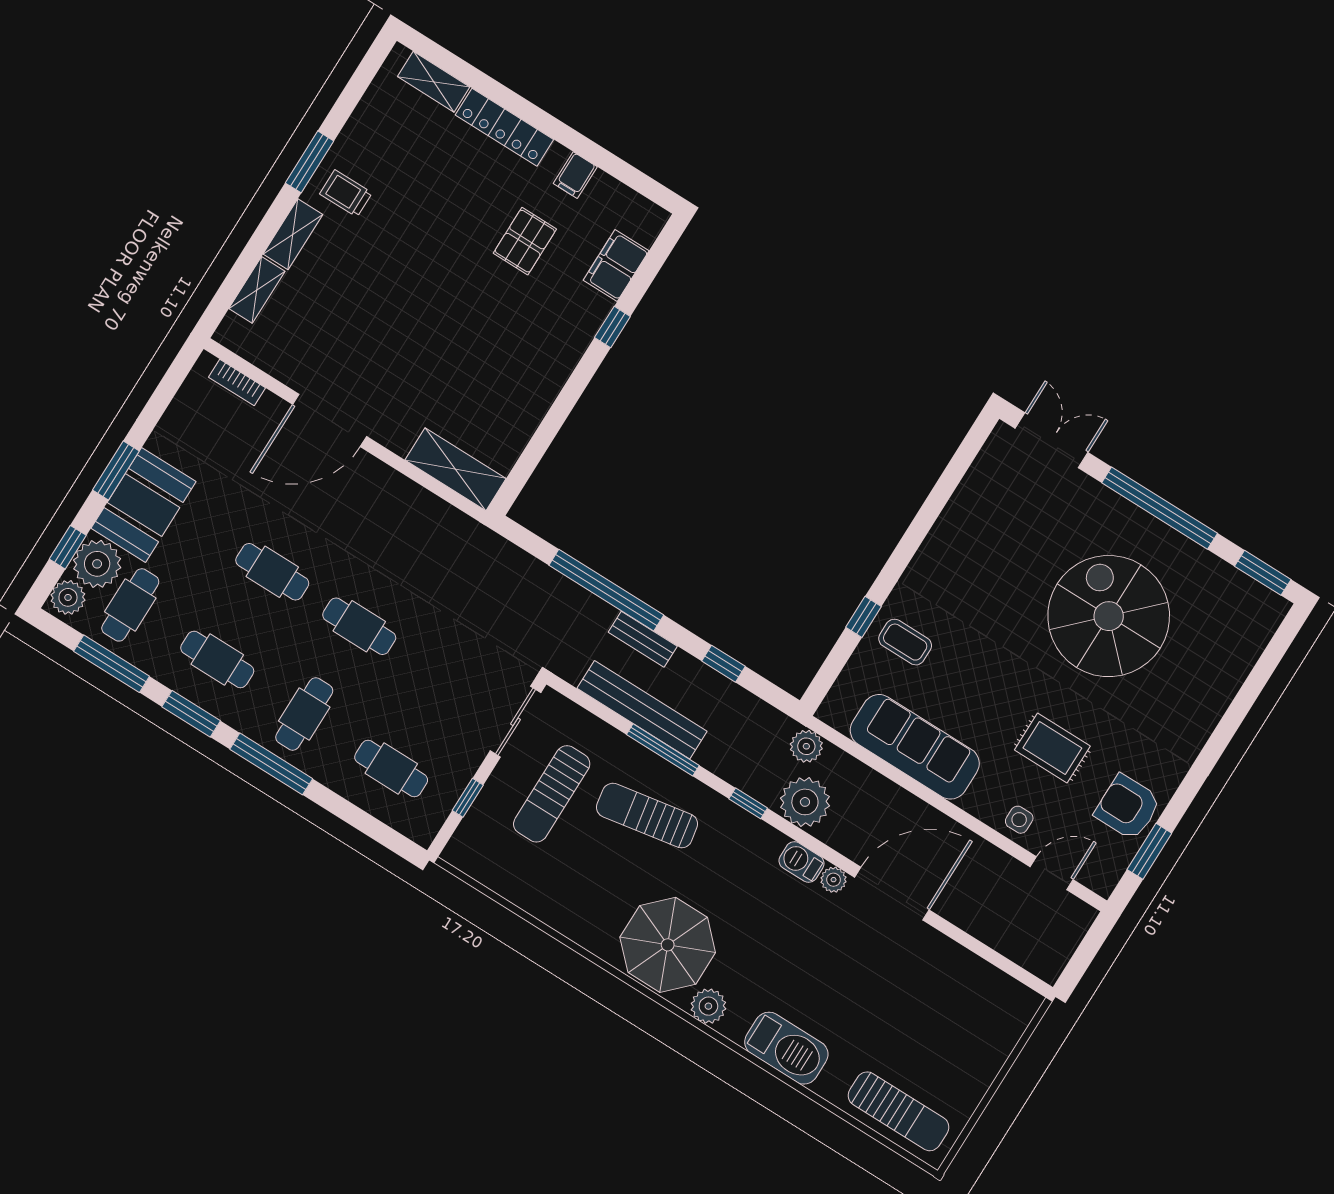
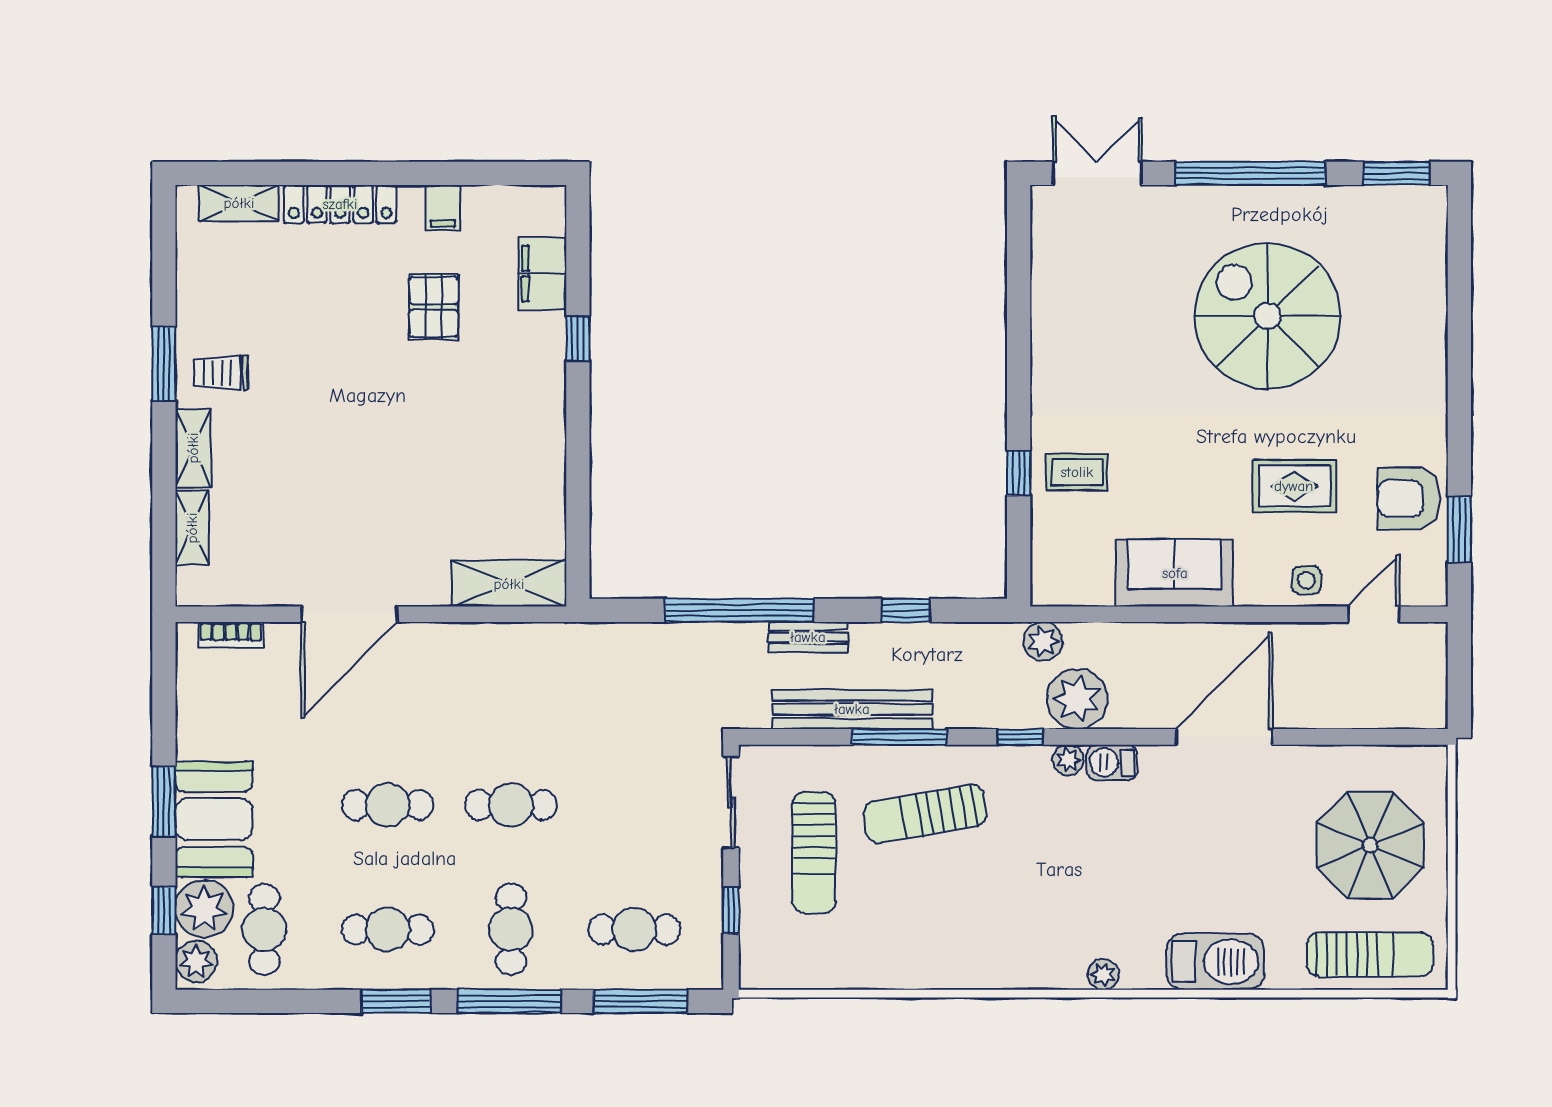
window: (112, 664) -> (641, 1001), moved
sofa: (915, 747) -> (1175, 573), width x0.73
plant: (834, 880) -> (1068, 760), moved
parasol: (668, 945) -> (1370, 845), moved
plant: (708, 1006) -> (1103, 974), width x0.73, depth x0.73

